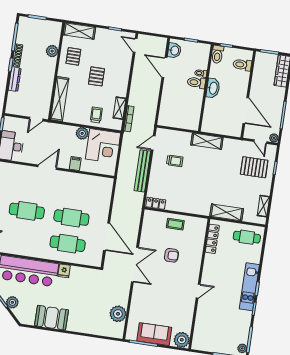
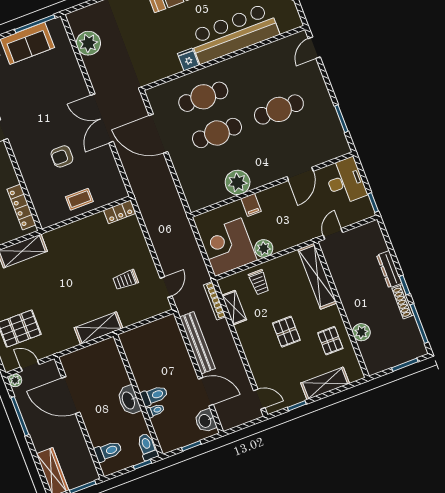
shelving: (79, 31) -> (325, 383), moved
door: (47, 167) -> (300, 174), moved
bench: (142, 171) -> (197, 343), moved
plant: (76, 181) -> (238, 182), added

